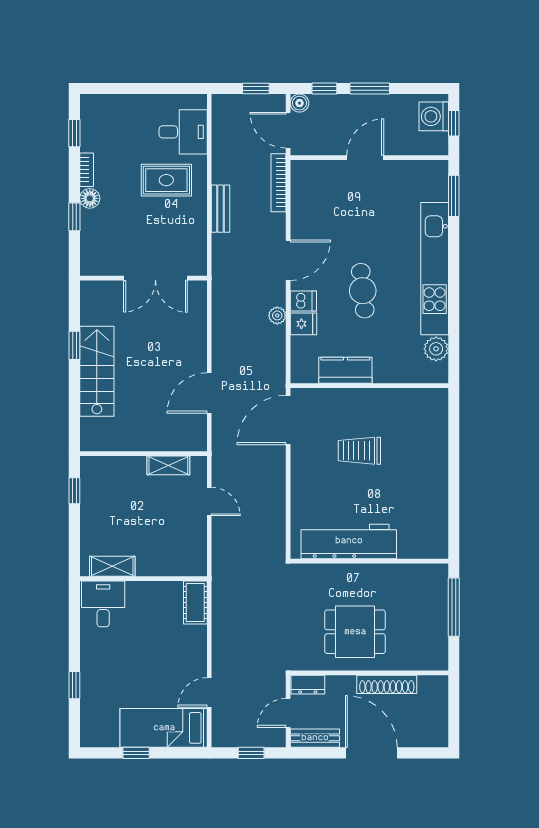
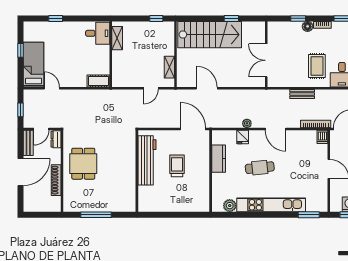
dishwasher: (303, 301) -> (322, 137), moved
stairs: (97, 371) -> (210, 35), width x1.36, depth x1.51
workbench: (349, 541) -> (147, 160), moved
wall: (369, 561) -> (137, 171), moved
door: (288, 713) -> (41, 129), swing flipped

